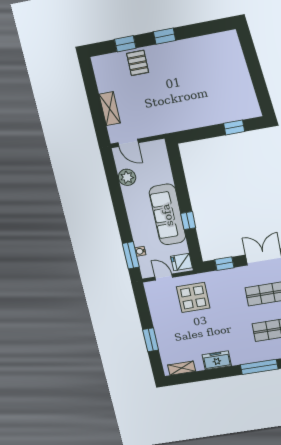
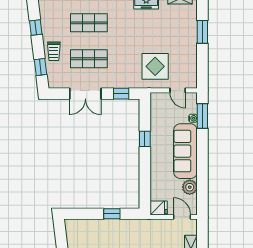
window: (234, 127) -> (112, 214), moved
sofa: (167, 215) -> (185, 151), moved, turned 180
fridge: (182, 262) -> (159, 208), moved

